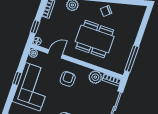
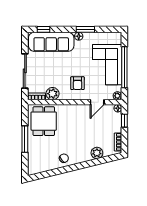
dining table: (95, 39) -> (44, 121), moved, width x0.73
window: (132, 59) -> (25, 139), moved
window: (17, 78) -> (124, 67), width x3.17

